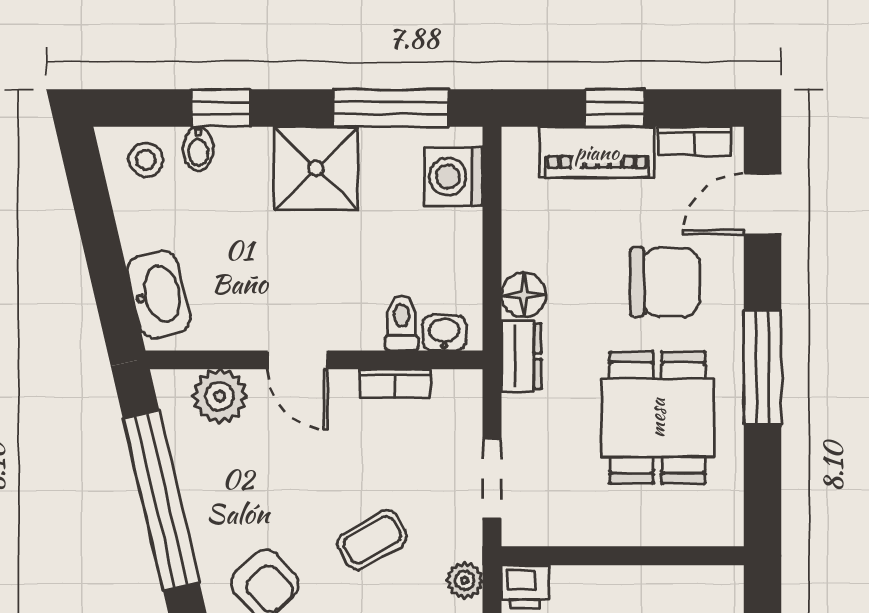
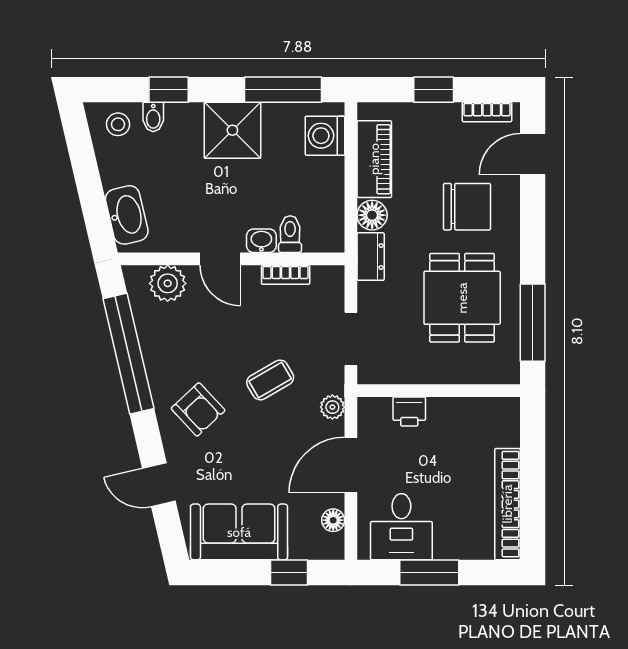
piano: (597, 152) -> (374, 159), moved, turned -90
washbasin: (444, 333) -> (261, 241), moved
window: (762, 367) -> (533, 323), moved
printer: (525, 587) -> (409, 412), moved

